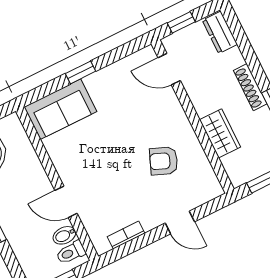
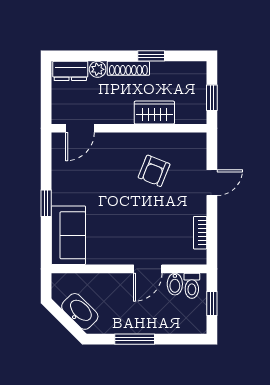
window: (181, 22) -> (46, 99), removed
plant: (234, 58) -> (98, 69), added

